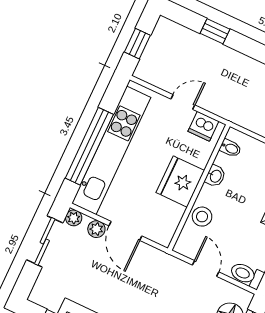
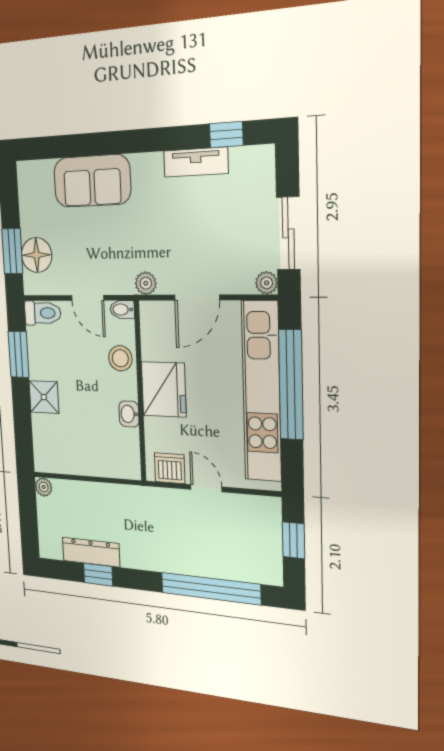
window: (215, 31) -> (210, 588), width x3.17
door: (183, 102) -> (206, 488), swing flipped
bidet: (230, 148) -> (122, 309), moved
plant: (96, 229) -> (146, 283), moved
door: (125, 231) -> (197, 298), swing flipped

